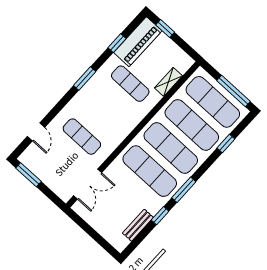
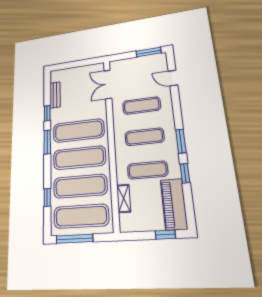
window: (117, 43) -> (185, 173), moved
exercise mat: (106, 110) -> (144, 137), added

